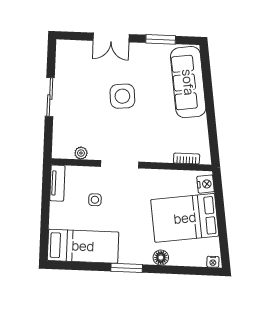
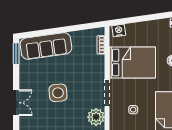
window: (161, 39) -> (16, 54), moved
plant: (81, 153) -> (96, 117), width x1.88, depth x1.88
bed: (185, 218) -> (132, 62), moved, turned -82

